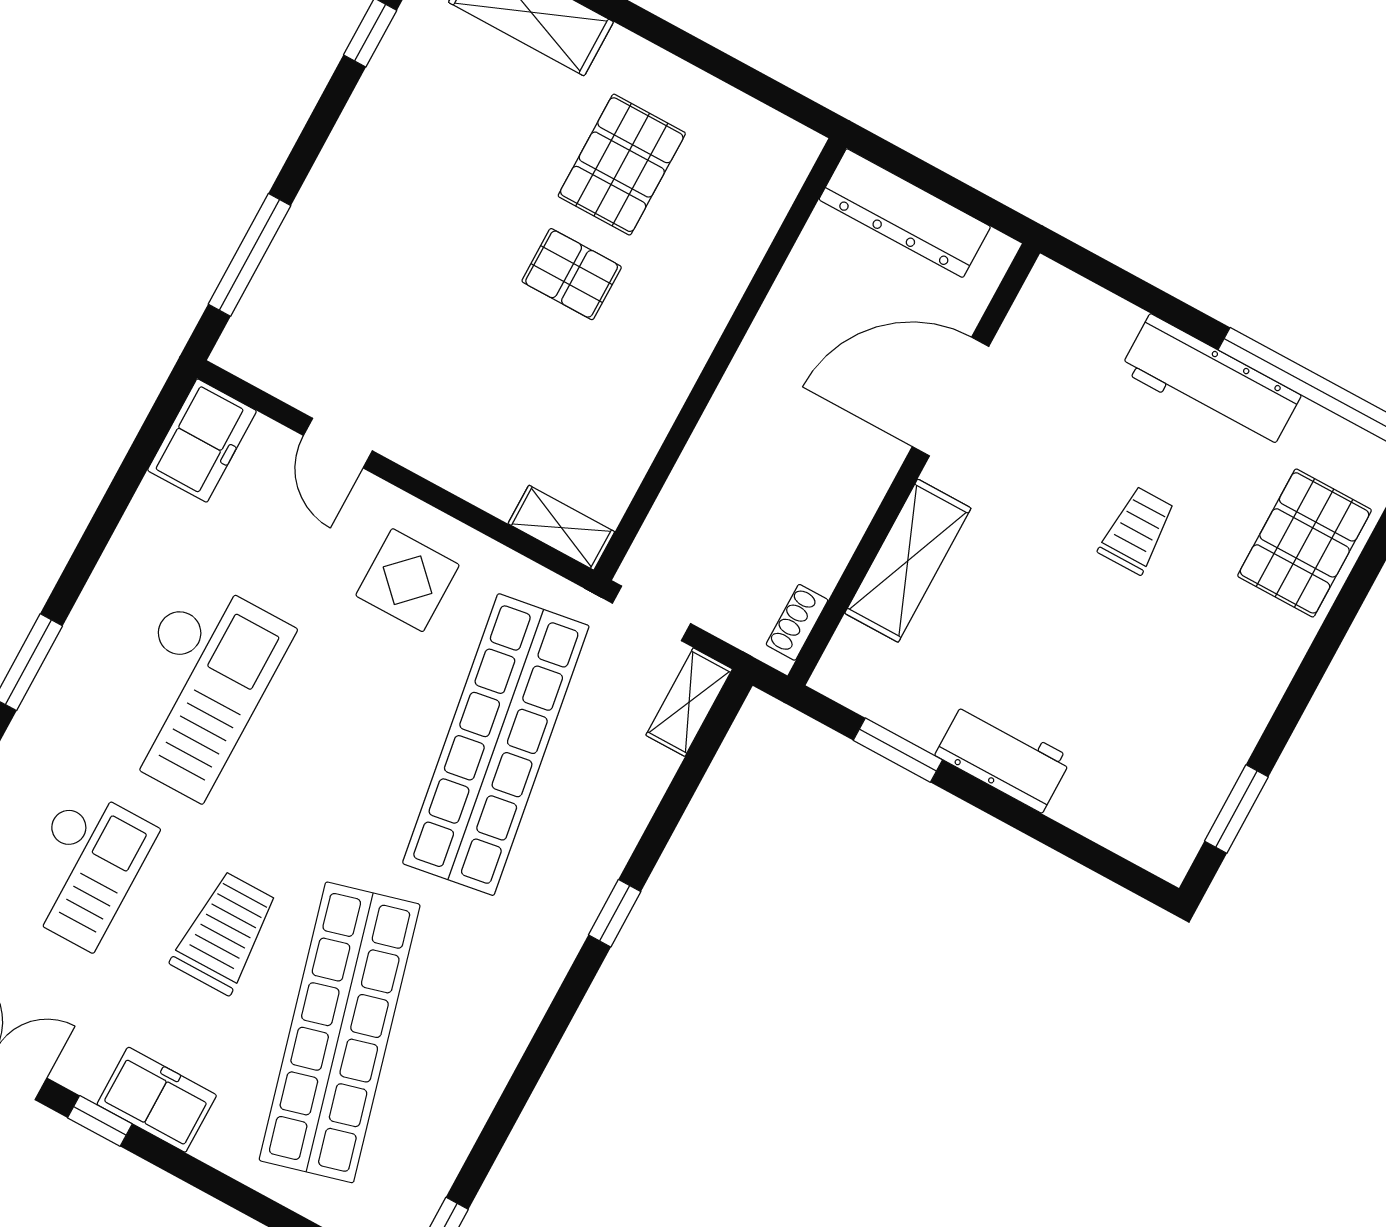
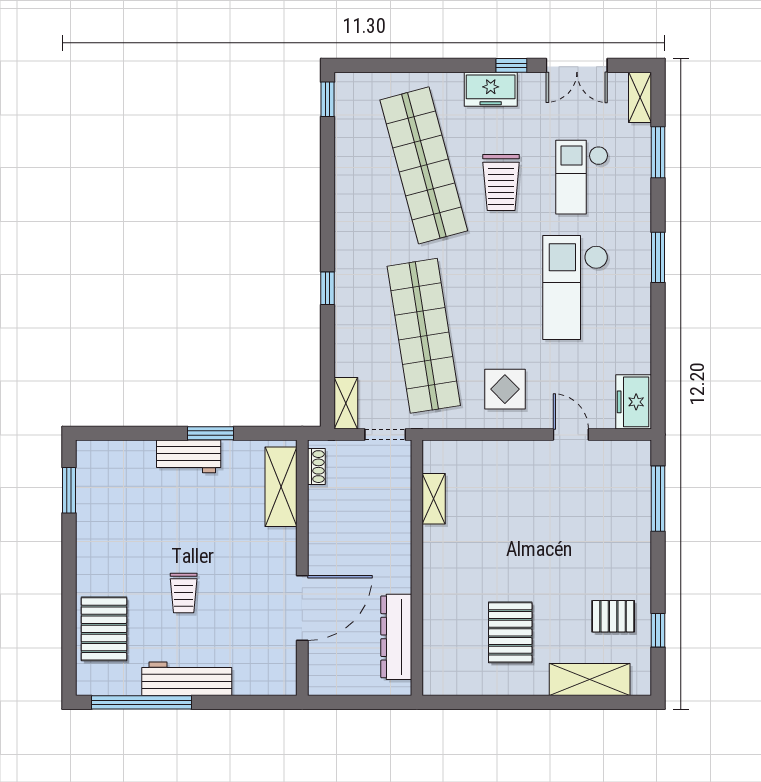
dresser: (905, 213) -> (396, 637), moved, turned -90
pallet: (572, 274) -> (613, 616), moved
shelving: (561, 528) -> (434, 499), moved, turned 90
shelving: (908, 561) -> (281, 487), moved
window: (898, 750) -> (210, 433), moved

